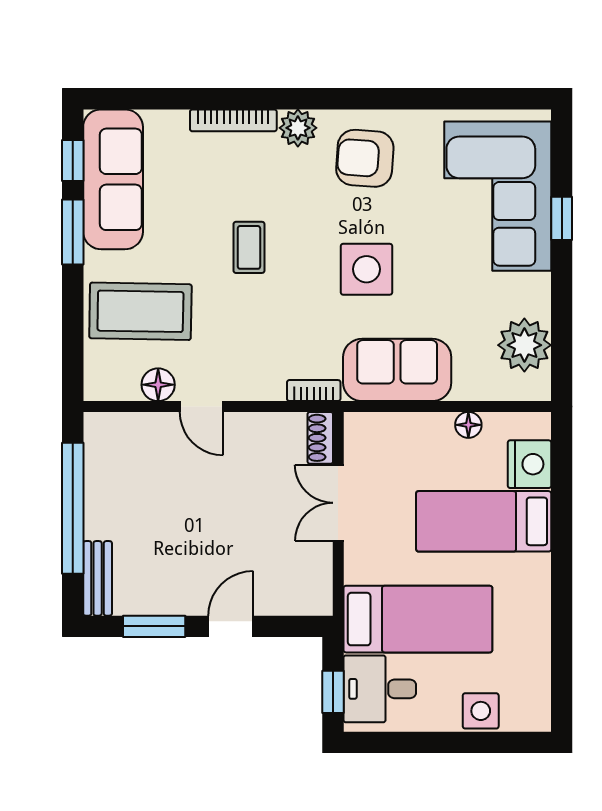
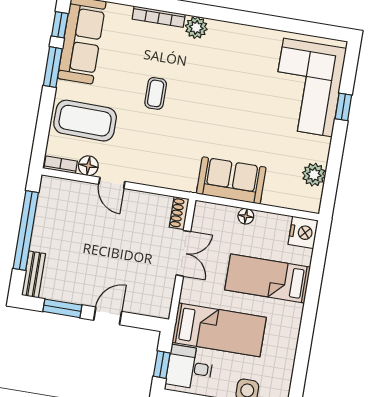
armchair: (365, 158) -> (233, 52), removed
side table: (366, 269) -> (223, 118), removed
plant: (524, 345) -> (314, 175), width x0.73, depth x0.73
bookcase: (314, 391) -> (61, 165), moved
floor lamp: (468, 425) -> (246, 216), moved
nightstand: (529, 464) -> (303, 232), moved
double door: (338, 503) -> (183, 253), swing flipped

